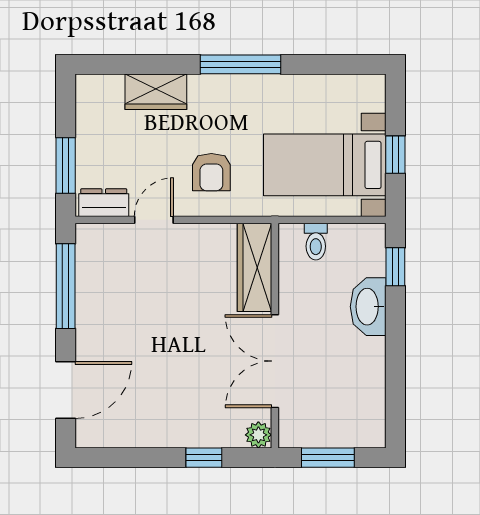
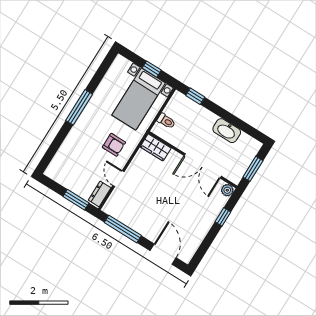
wardrobe: (156, 92) -> (69, 147), removed
wardrobe: (255, 267) -> (156, 147), width x0.67
washbasin: (368, 307) -> (227, 131), moved

